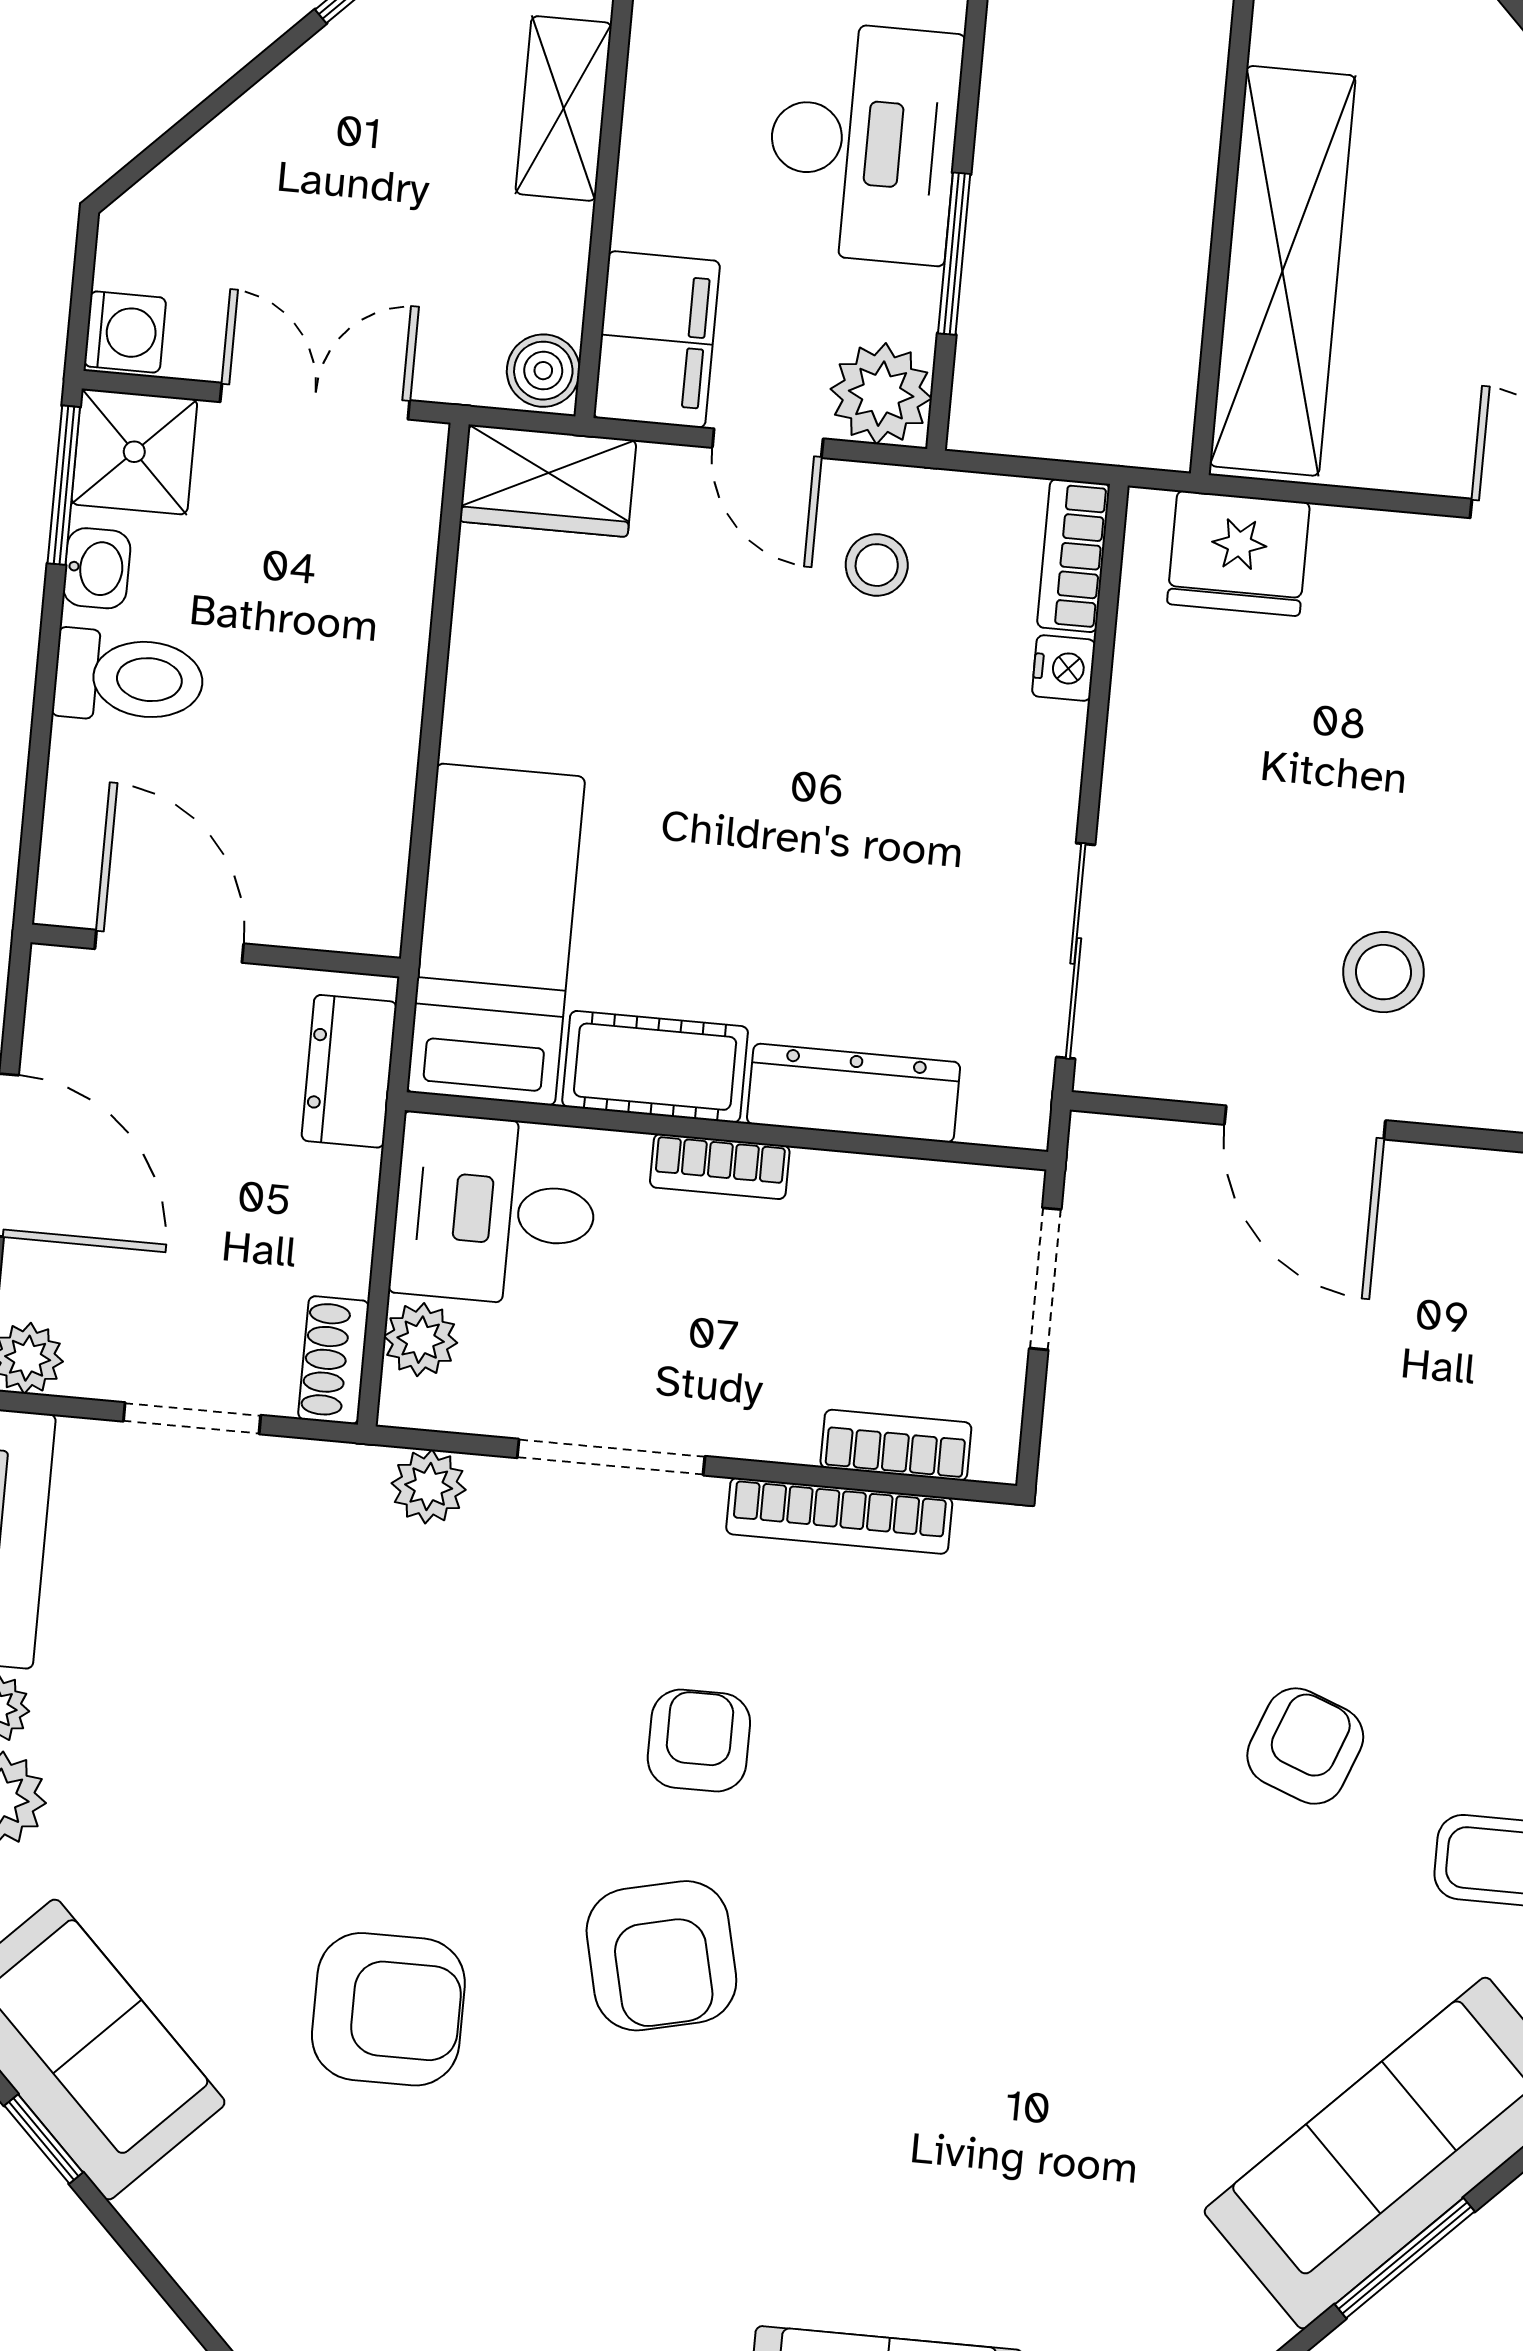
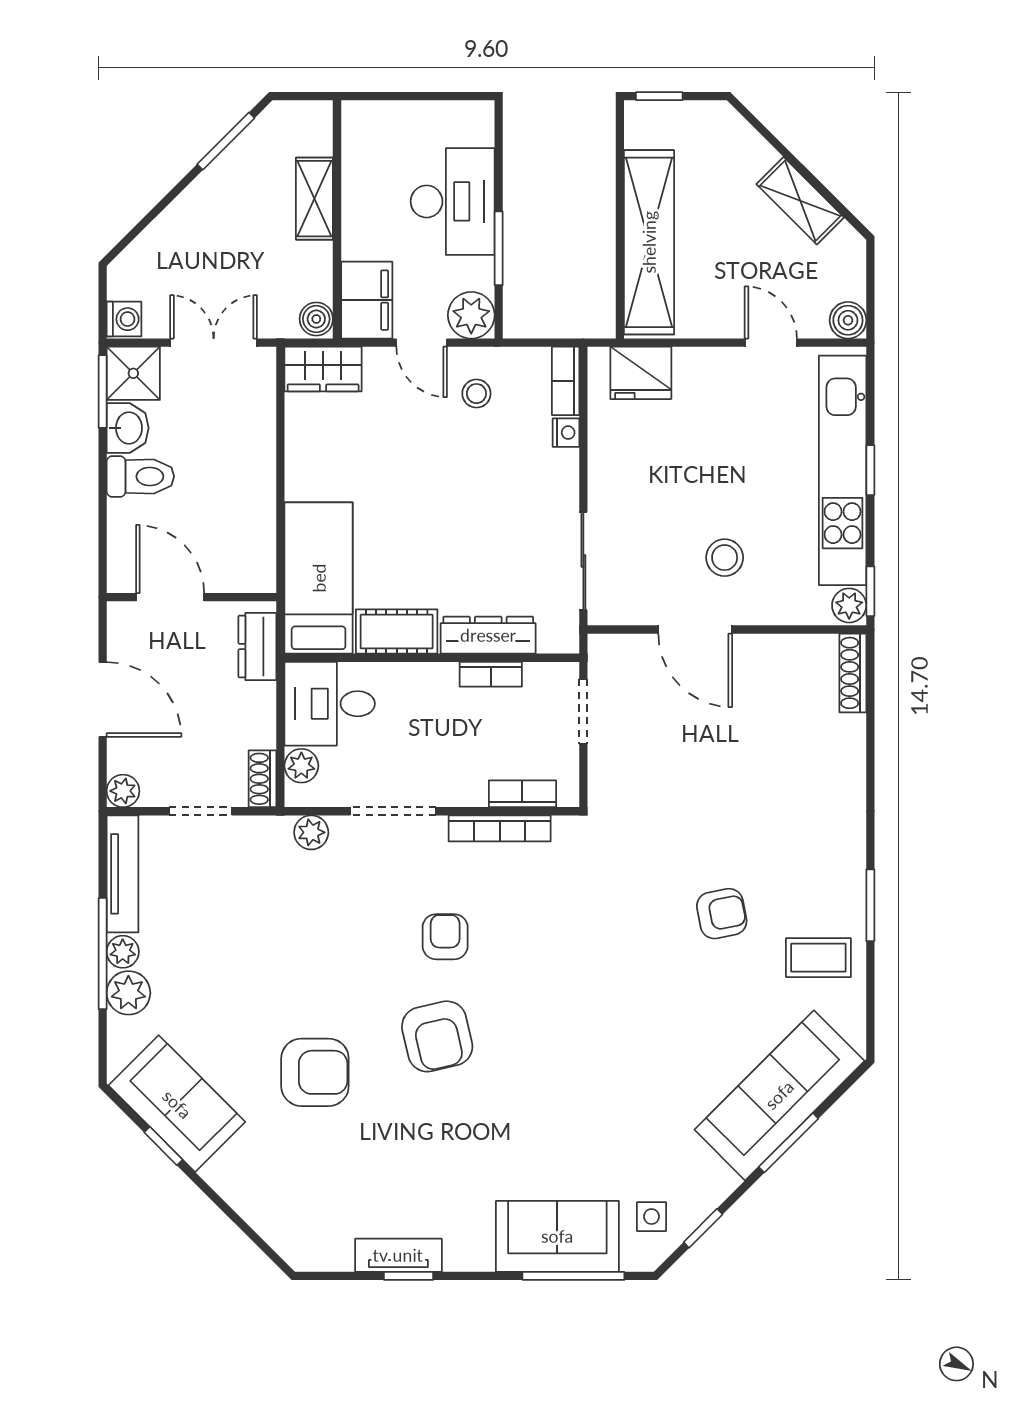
washbasin: (97, 568) -> (128, 428), width x1.38, depth x1.45
bookcase: (720, 1166) -> (491, 674), moved
armchair: (1305, 1746) -> (722, 914), turned 58

